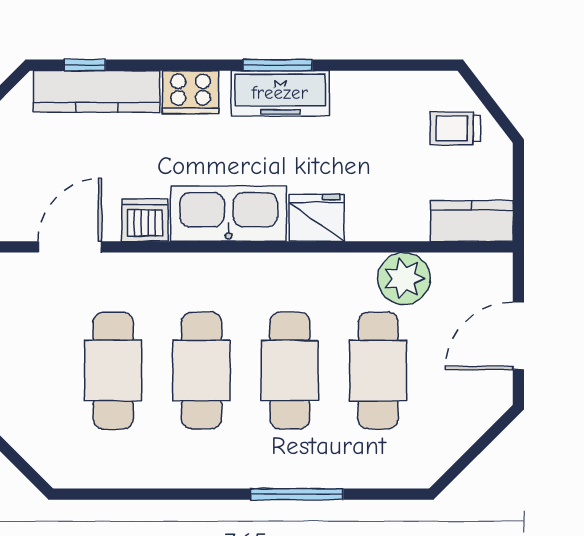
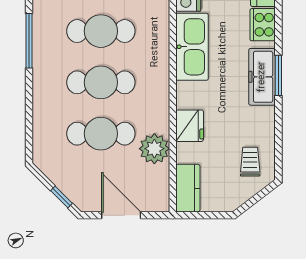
trolley: (455, 128) -> (250, 162), moved
fridge: (317, 218) -> (190, 126), moved
window: (487, 438) -> (61, 197), added
window: (297, 494) -> (29, 41), moved

